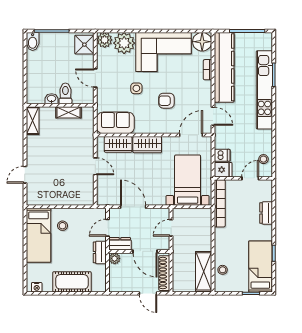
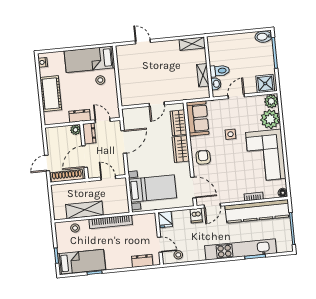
floor lamp: (202, 42) -> (283, 193), width x0.53, depth x0.53
washbasin: (52, 99) -> (216, 84), moved
armchair: (166, 101) -> (203, 157), moved
dishwasher: (222, 155) -> (196, 216), moved
bookcase: (220, 203) -> (111, 222), moved
dresser: (266, 213) -> (142, 261), moved
shelving: (204, 271) -> (84, 210), moved

